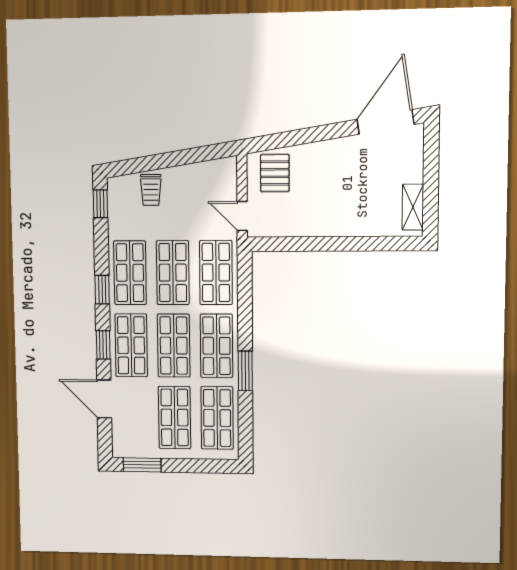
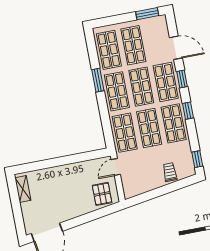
door: (242, 216) -> (116, 167), swing flipped

